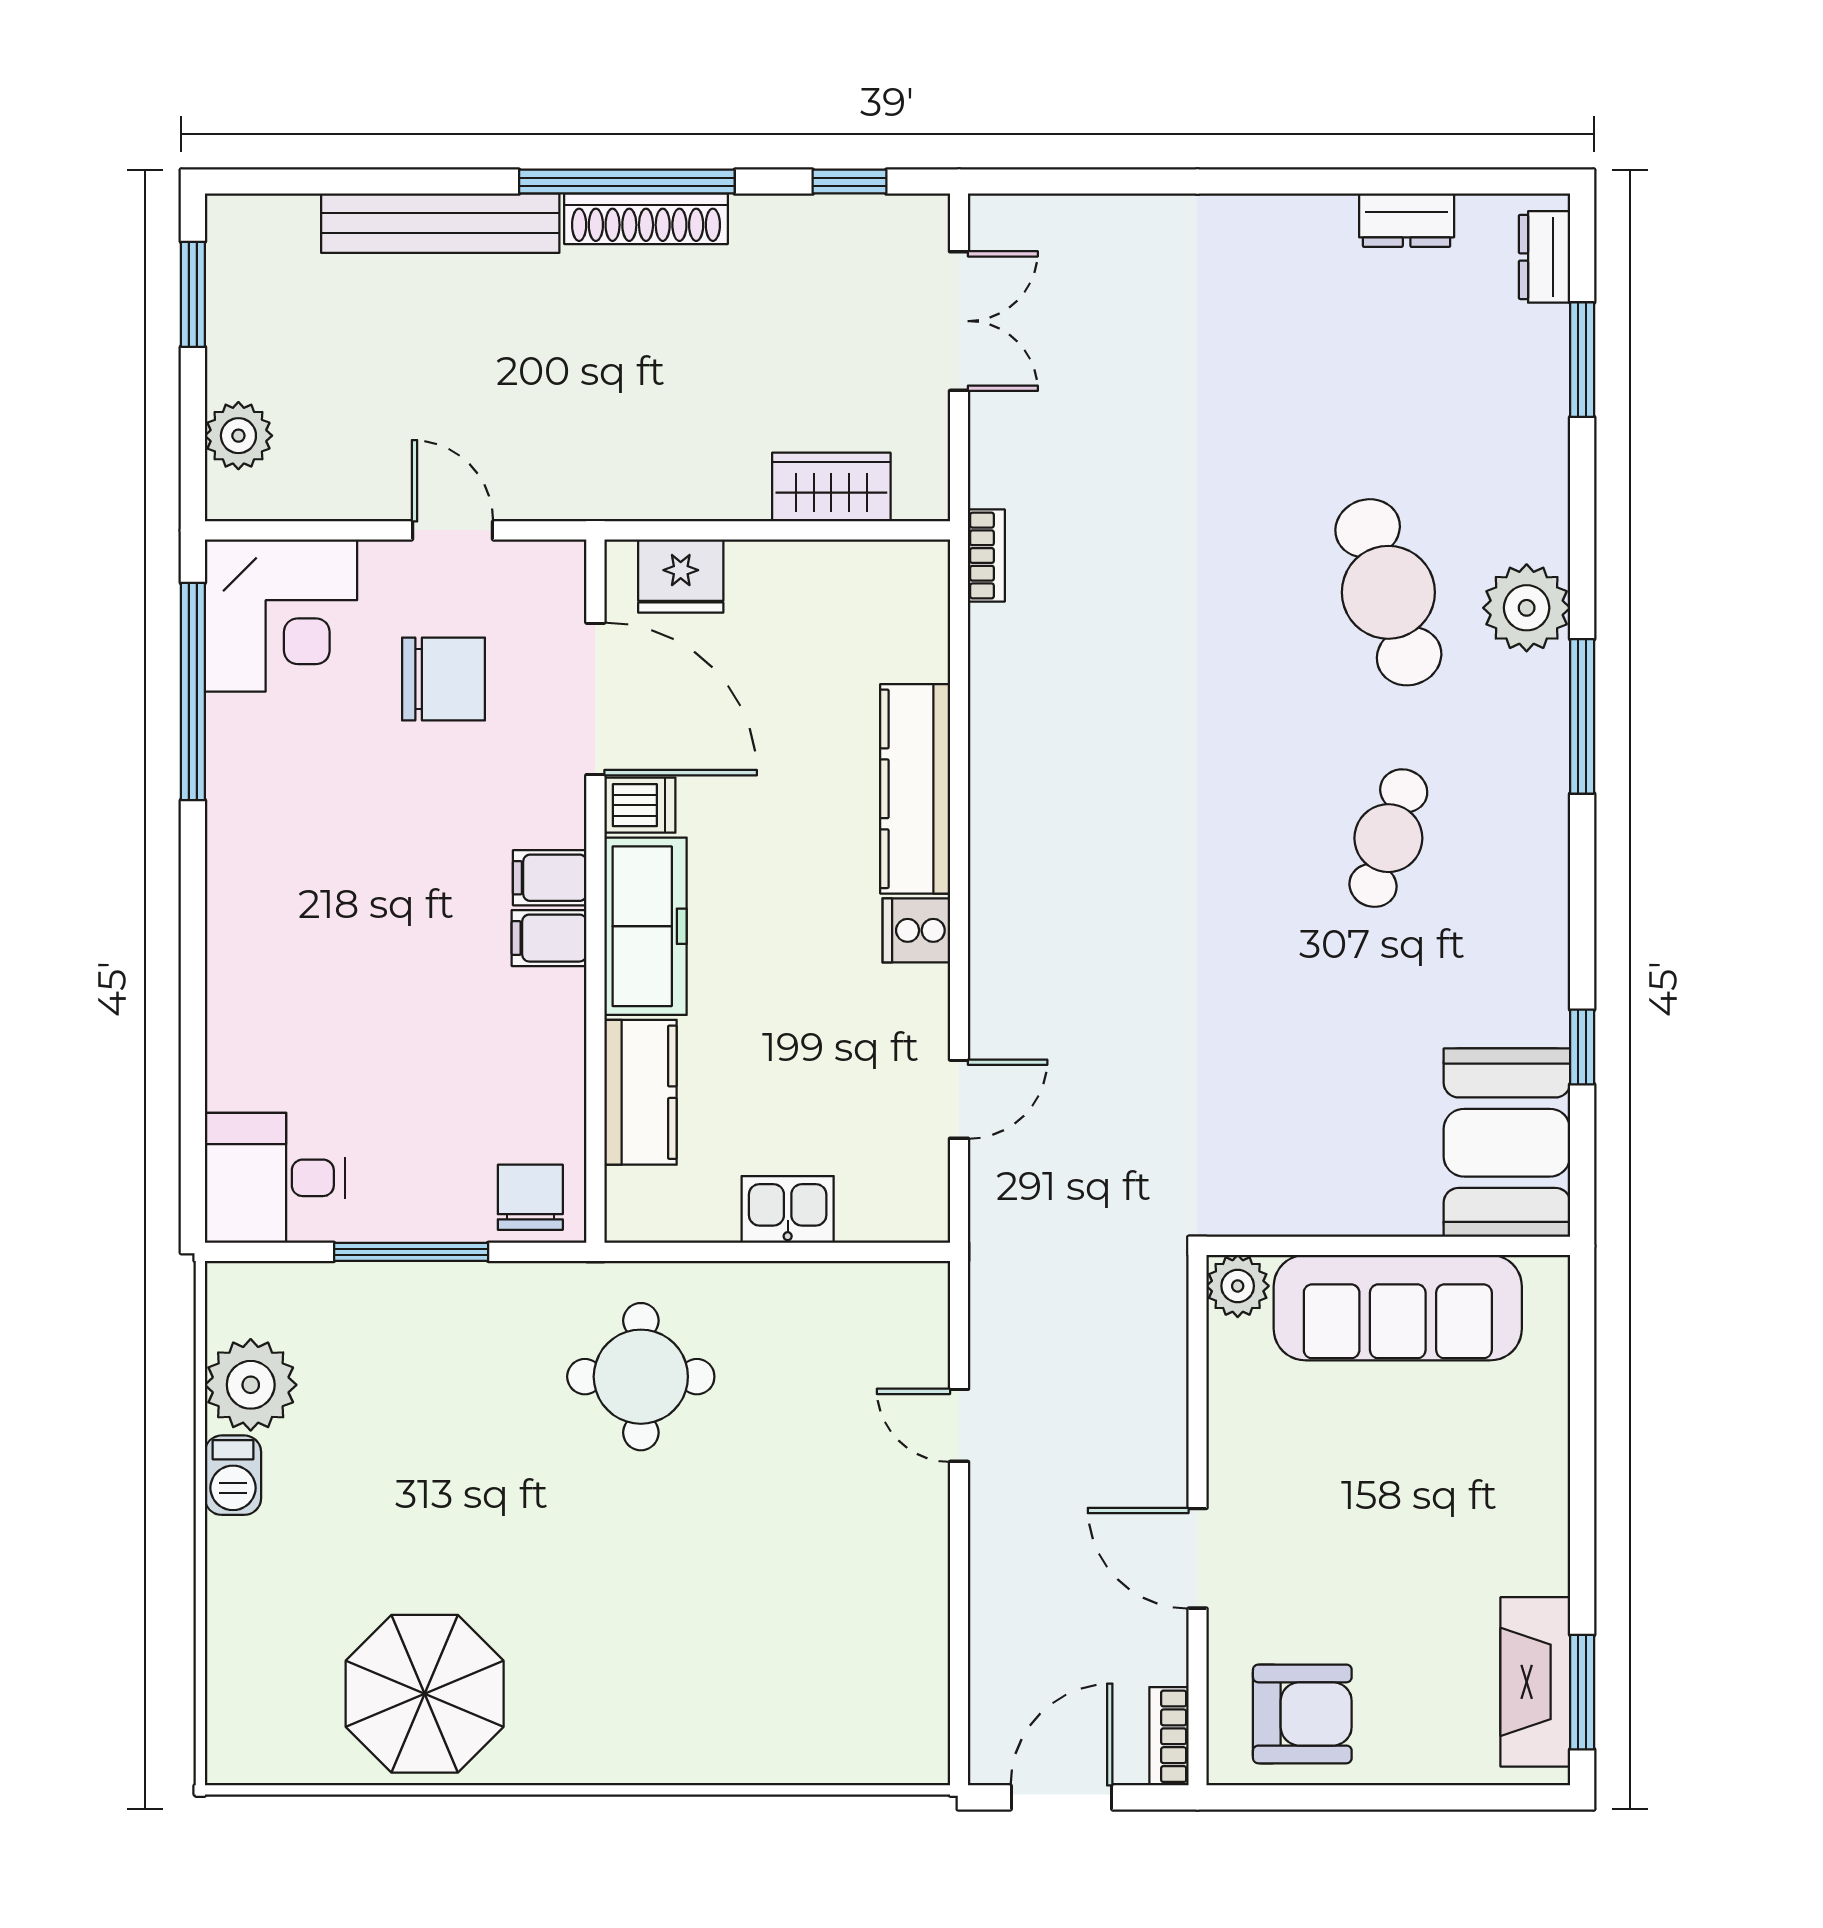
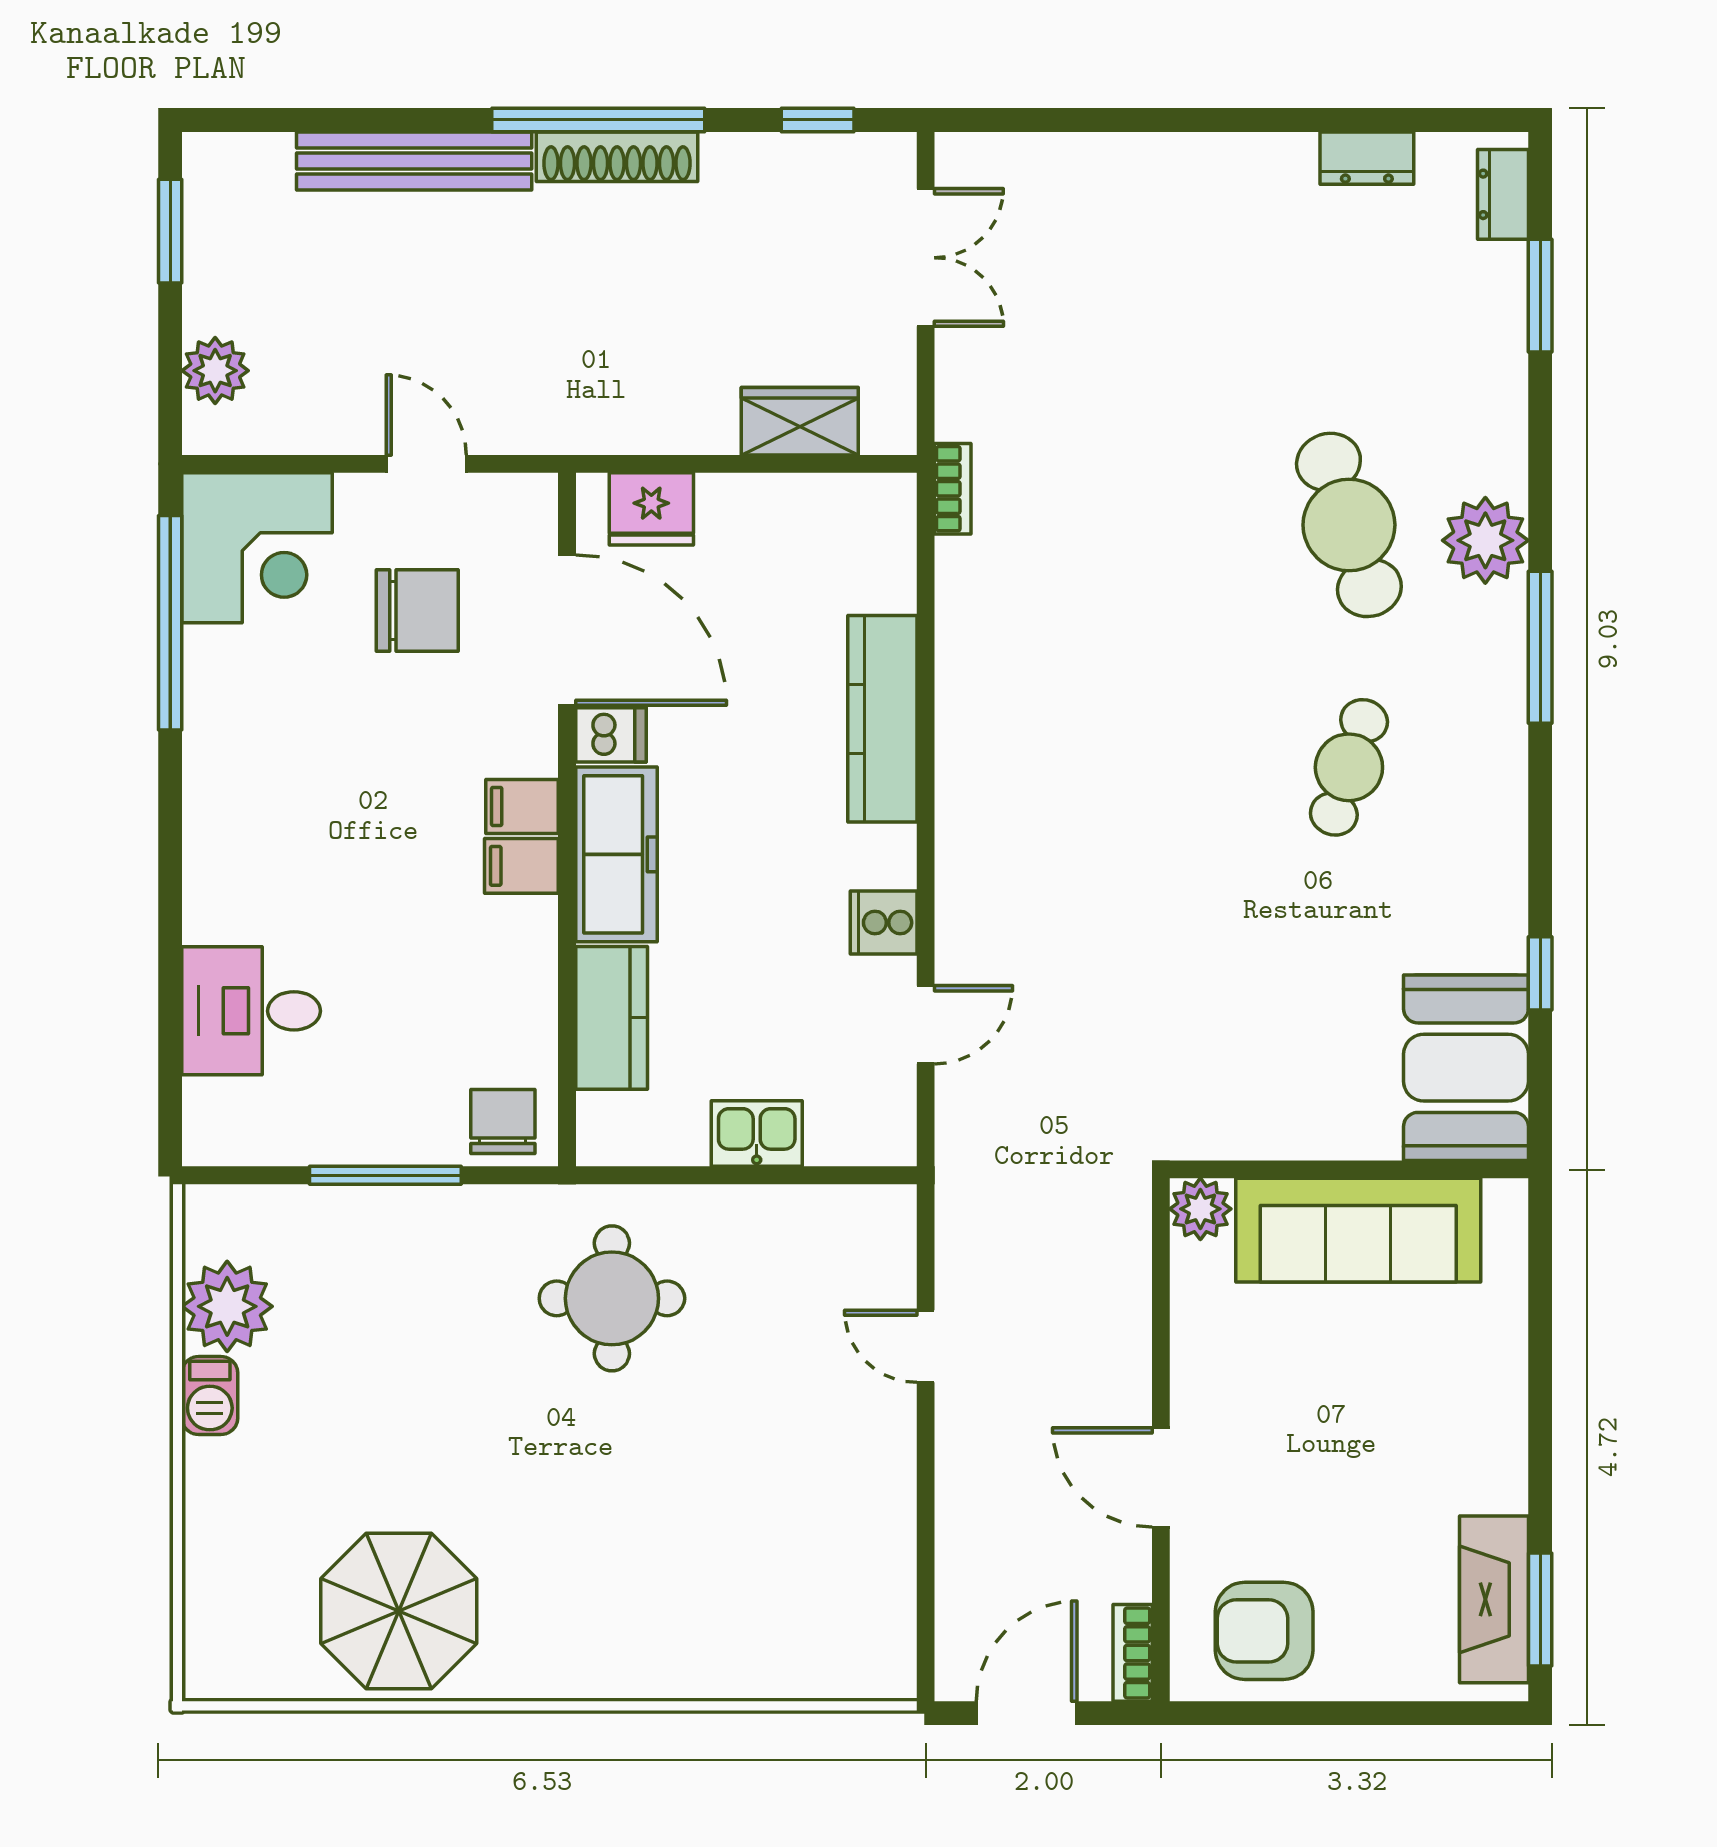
cooker: (916, 930) -> (884, 923), moved
desk: (275, 1178) -> (251, 1011), moved
armchair: (1302, 1714) -> (1264, 1631), turned 180

